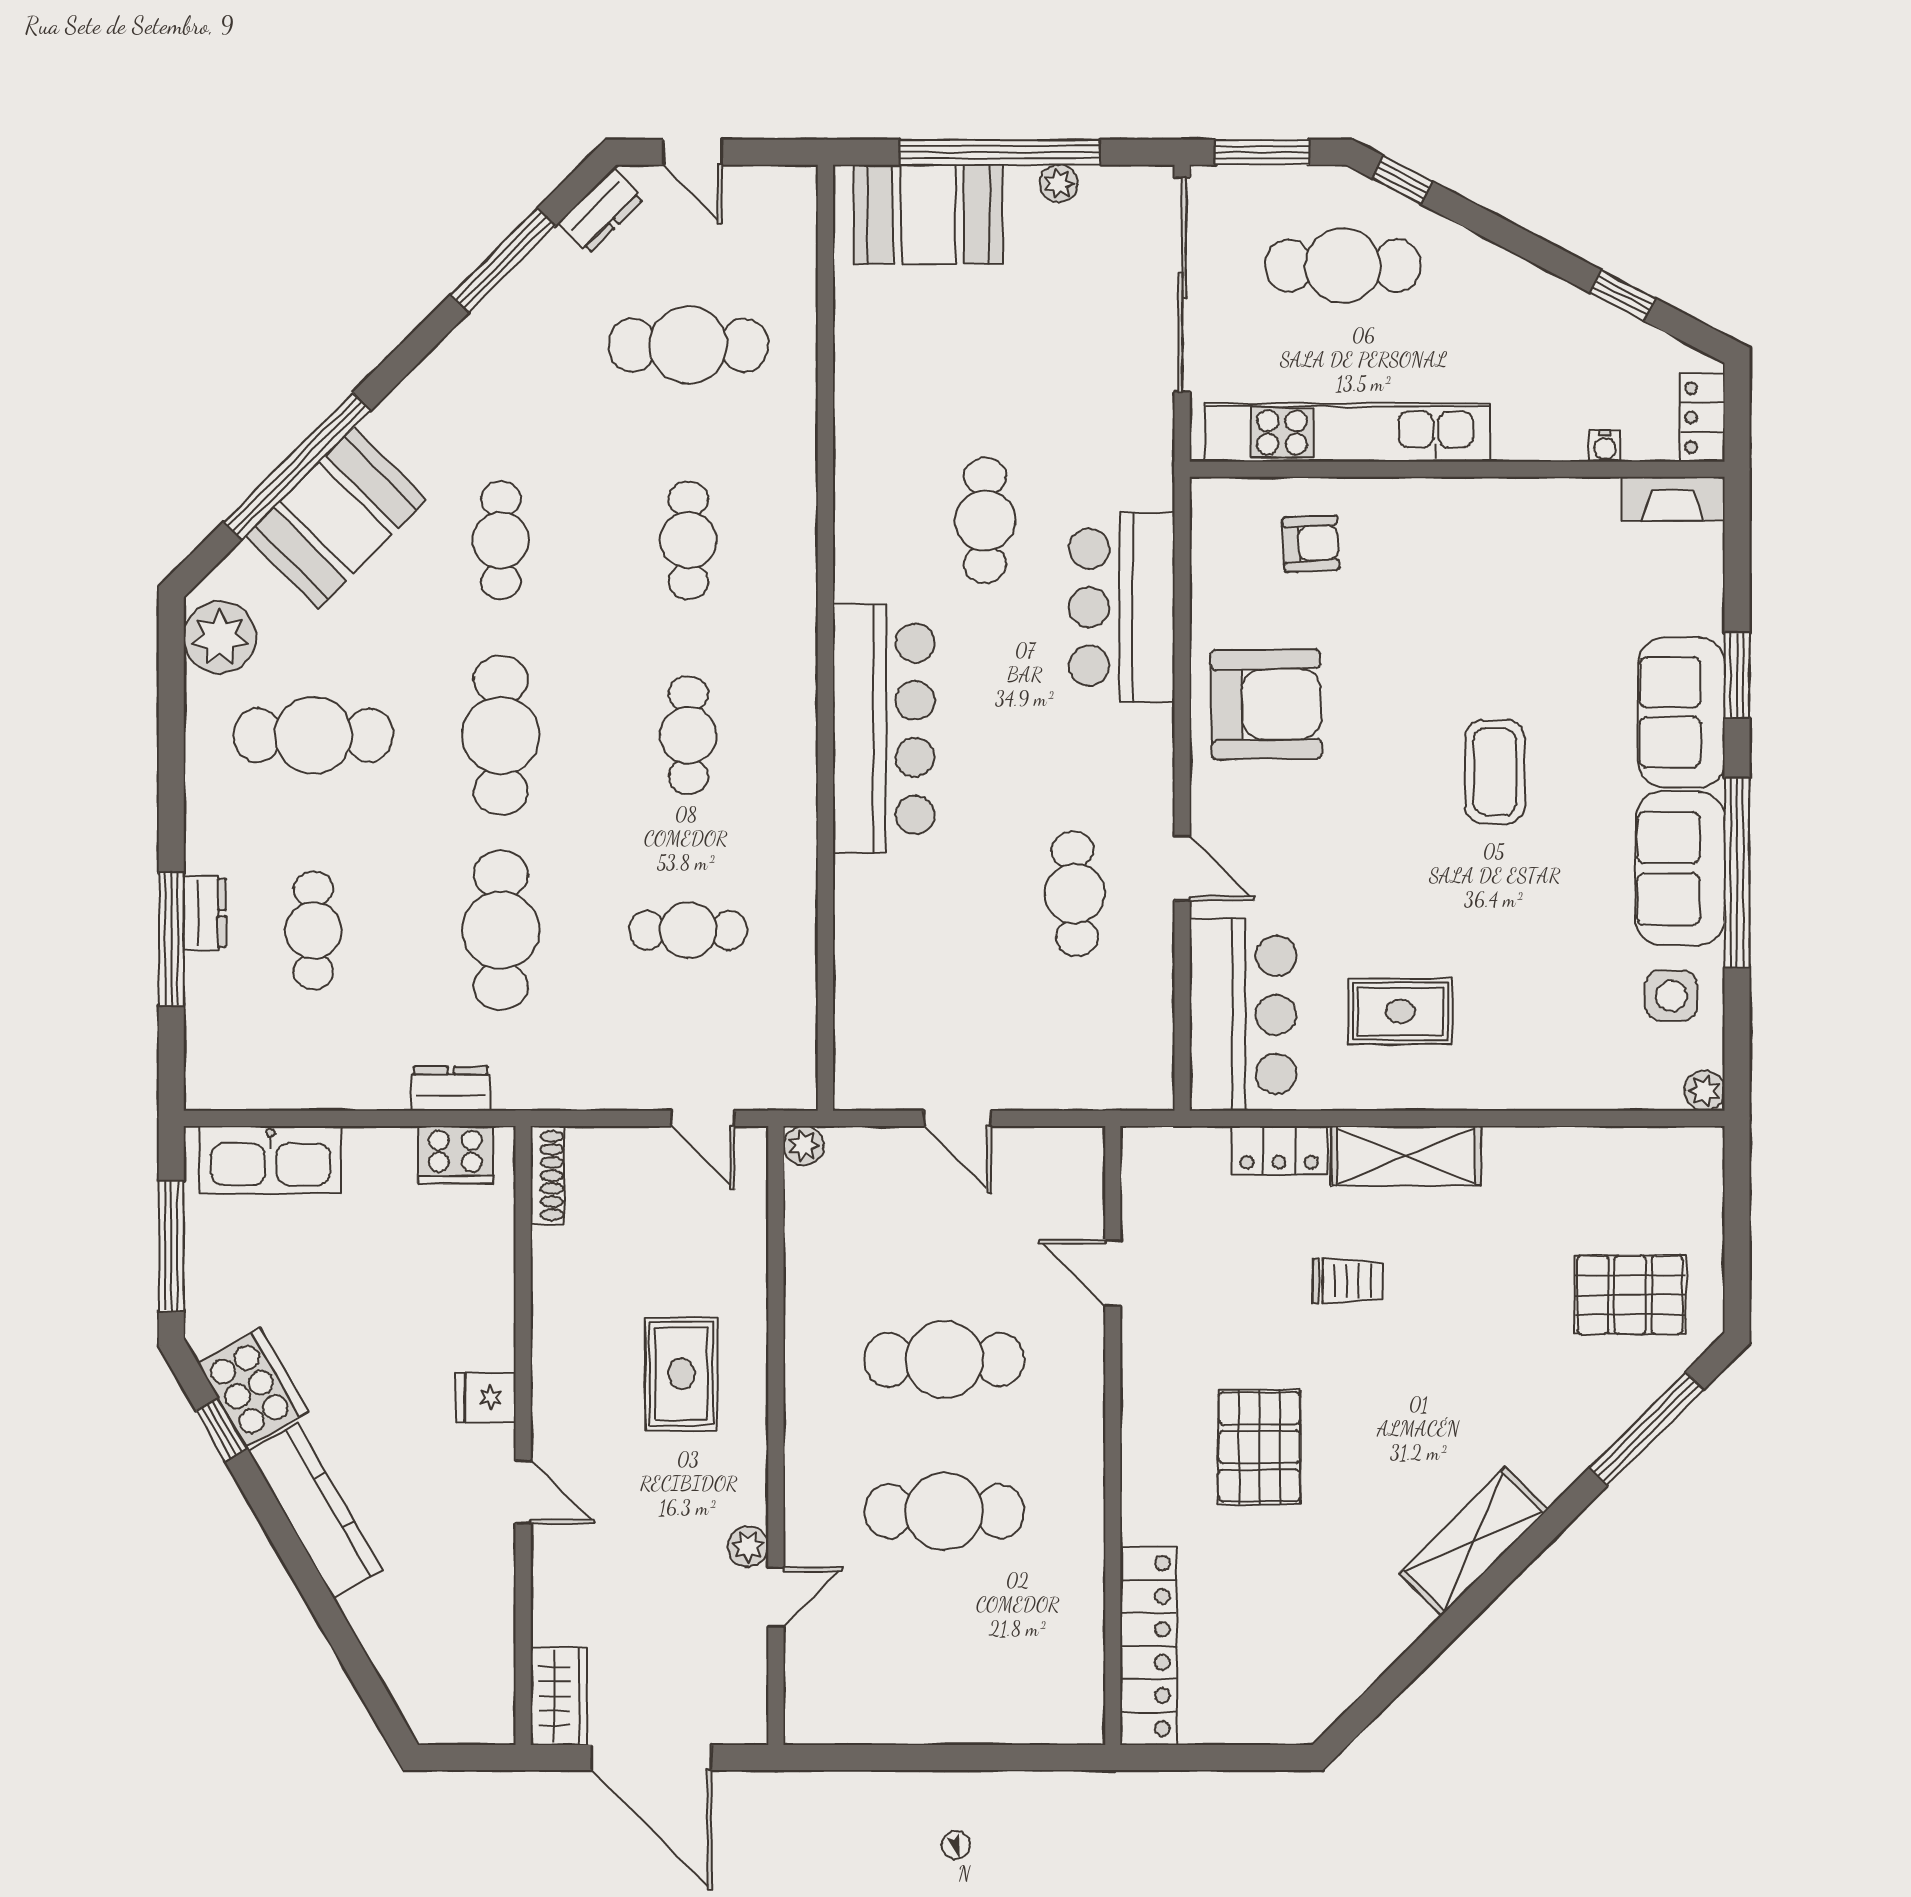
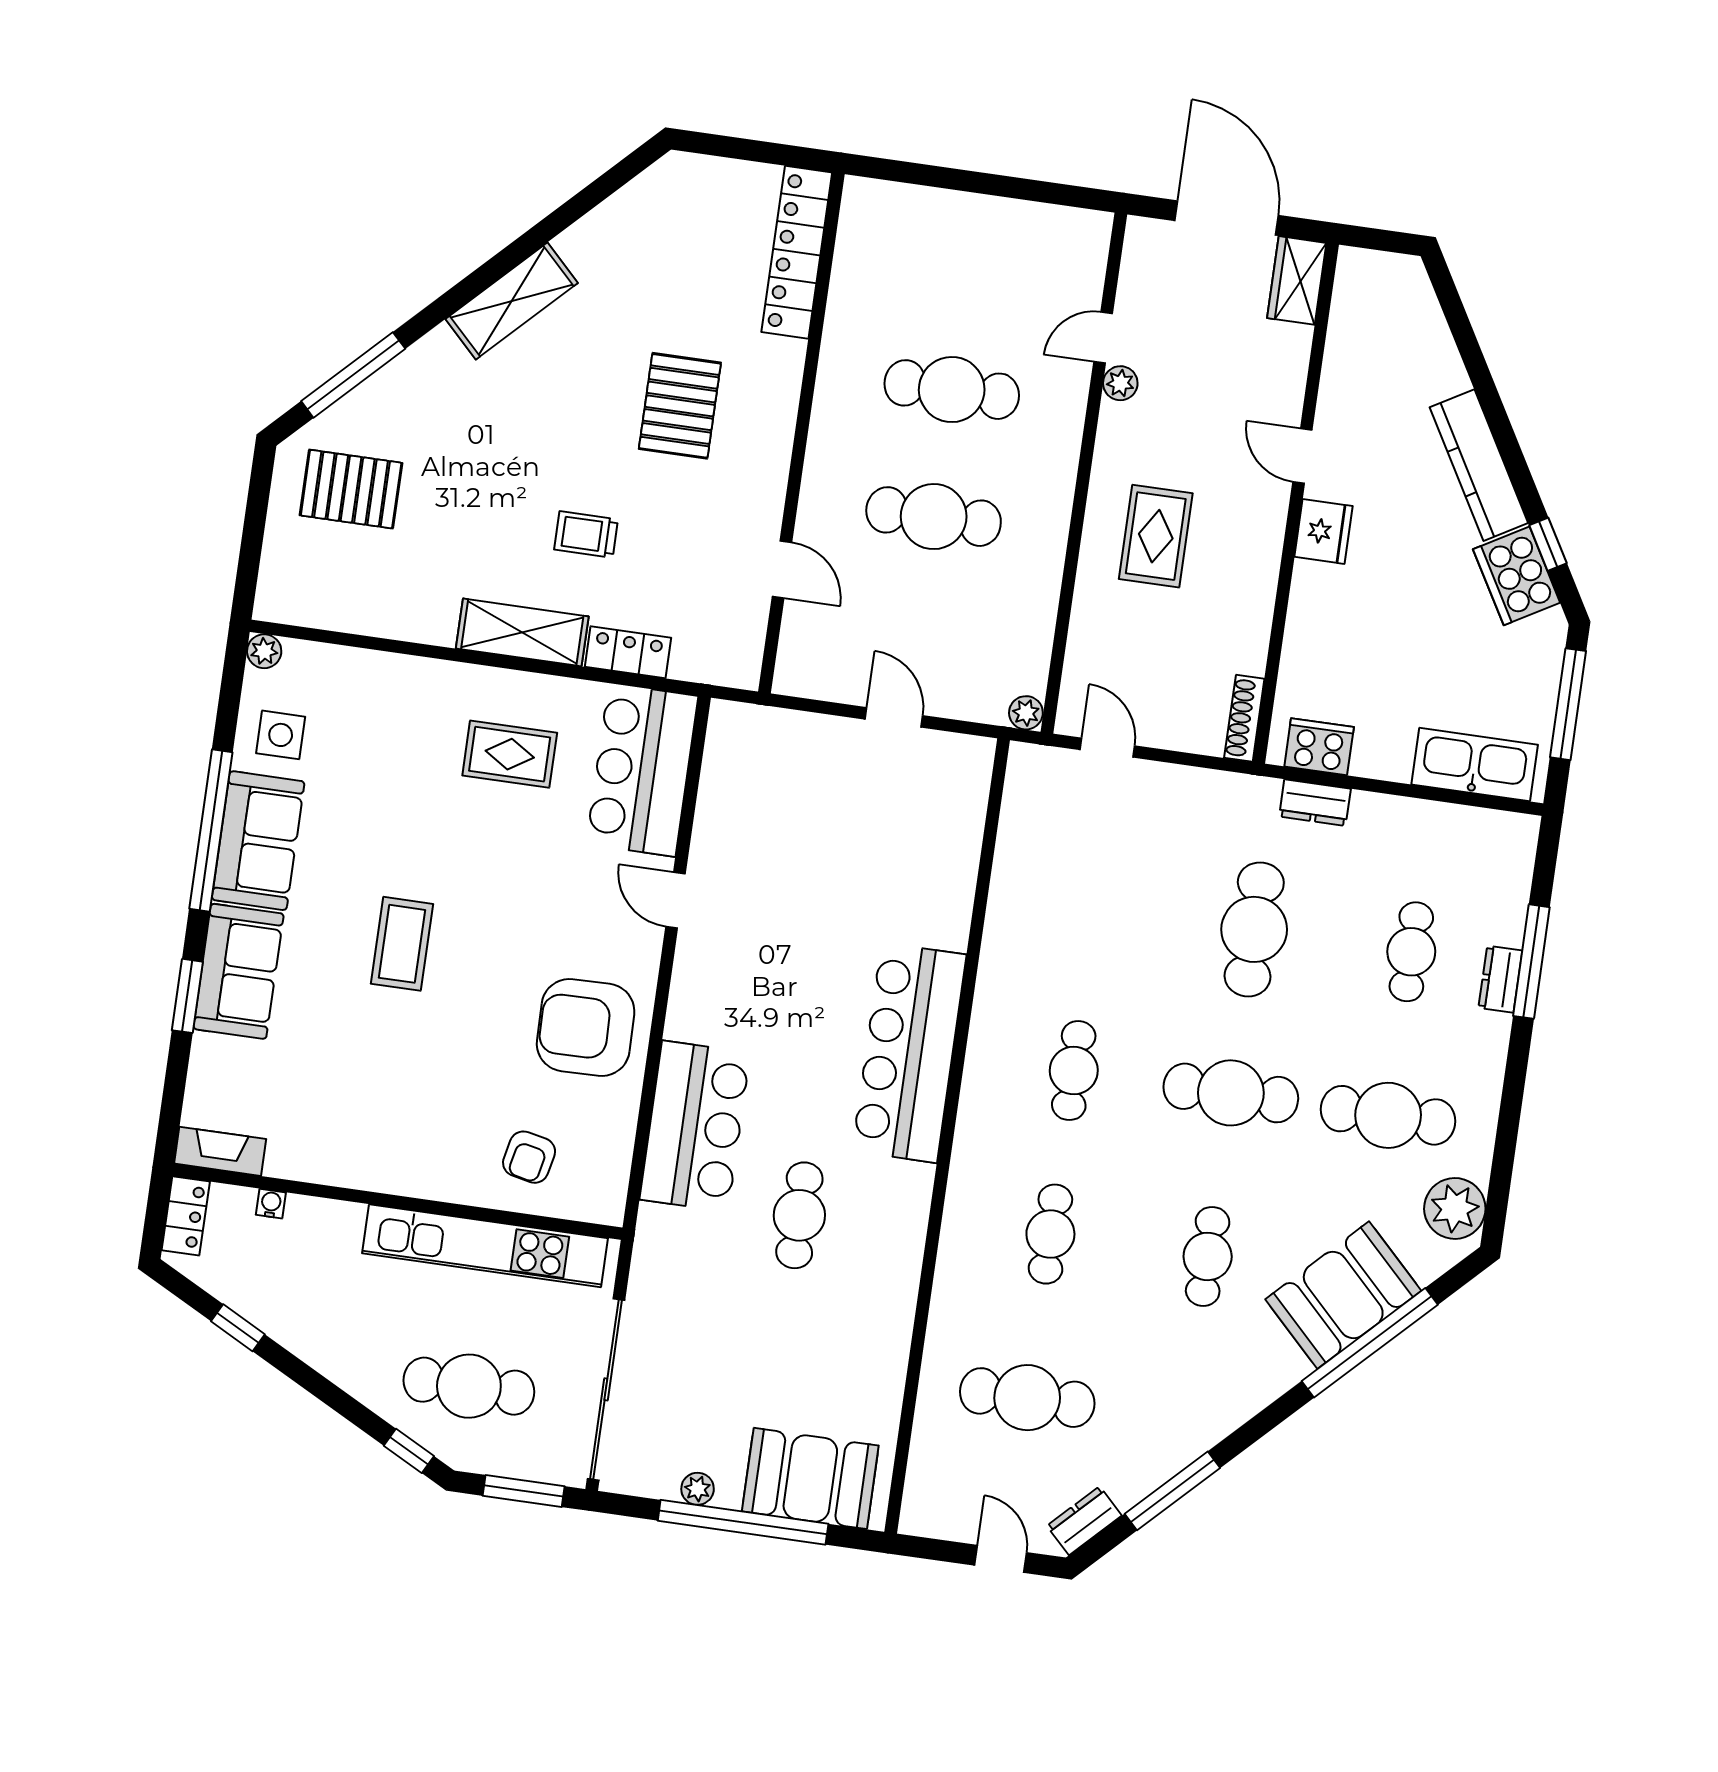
armchair: (1311, 543) -> (529, 1157), turned -75
cafe table: (501, 735) -> (1231, 1093), turned 90
cafe table: (1075, 894) -> (769, 892), removed
cafe table: (688, 930) -> (1097, 907), removed
fridge: (486, 1398) -> (1324, 531), width x1.38

